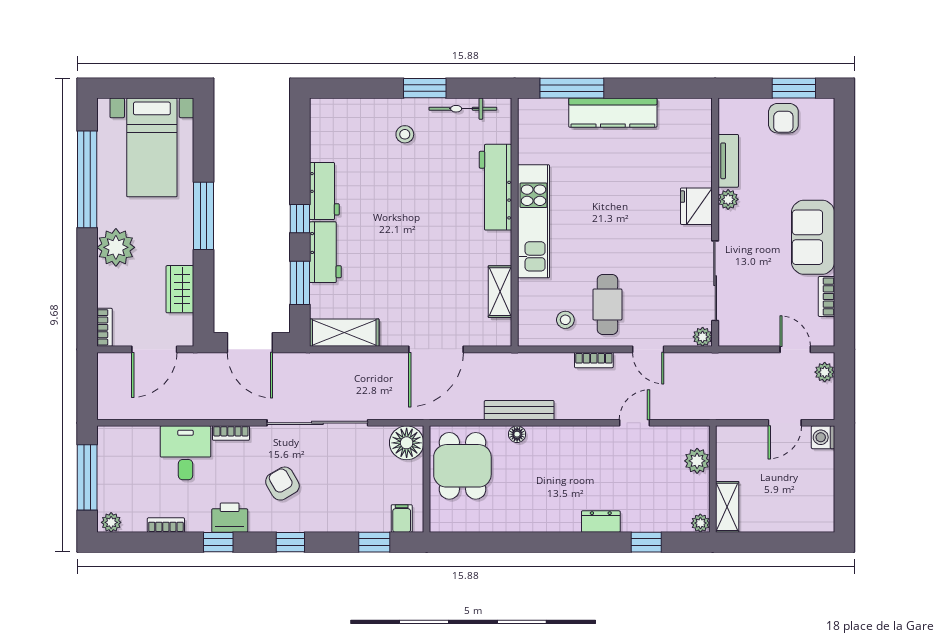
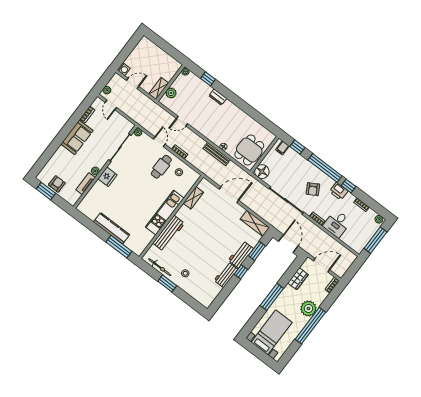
window: (87, 179) -> (310, 326), moved
shelving: (727, 507) -> (159, 89), moved
window: (290, 542) -> (325, 168), width x3.17

